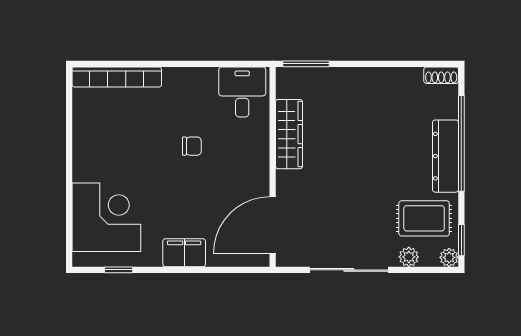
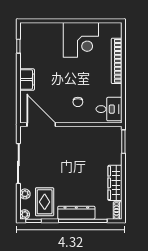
bookcase: (117, 77) -> (117, 61), moved
wardrobe: (289, 134) -> (115, 183), moved, turned 90
chair: (192, 146) -> (78, 102), moved
corner desk: (106, 217) -> (81, 40), moved

